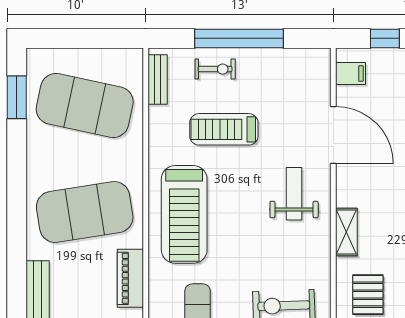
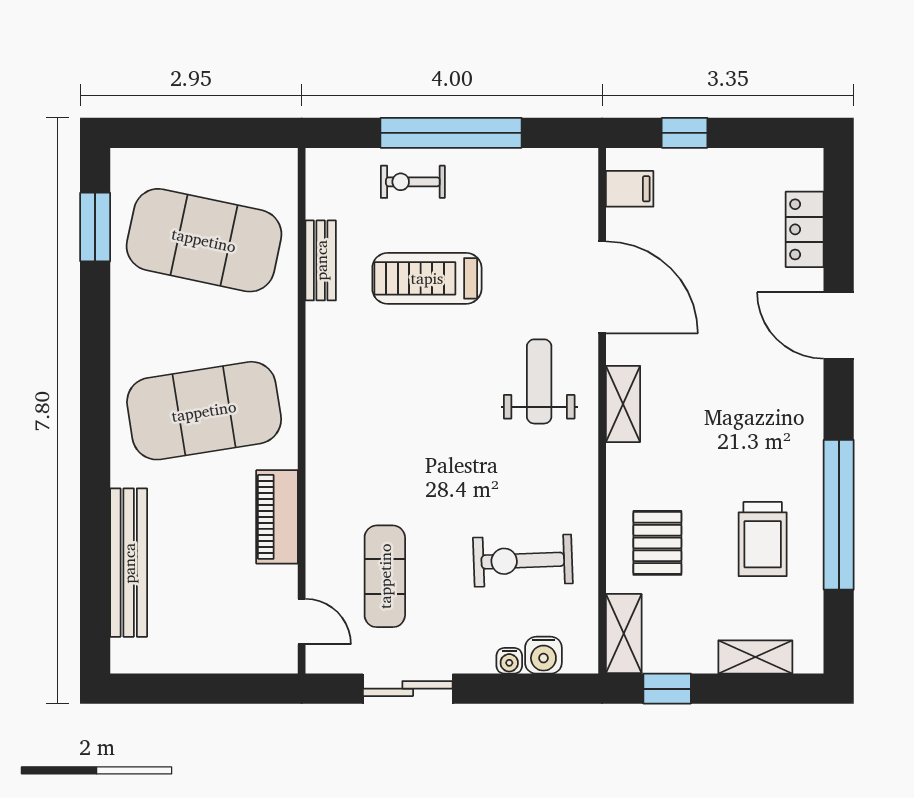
exercise bike: (215, 69) -> (413, 182), turned 180
bench: (158, 80) -> (321, 260), moved
treadmill: (184, 214) -> (363, 414), removed
shelving: (346, 232) -> (623, 404), moved

